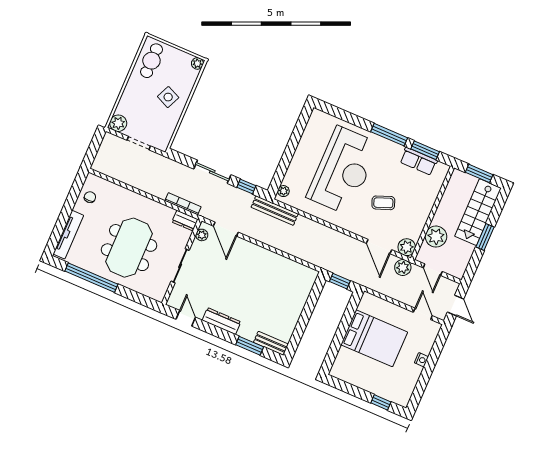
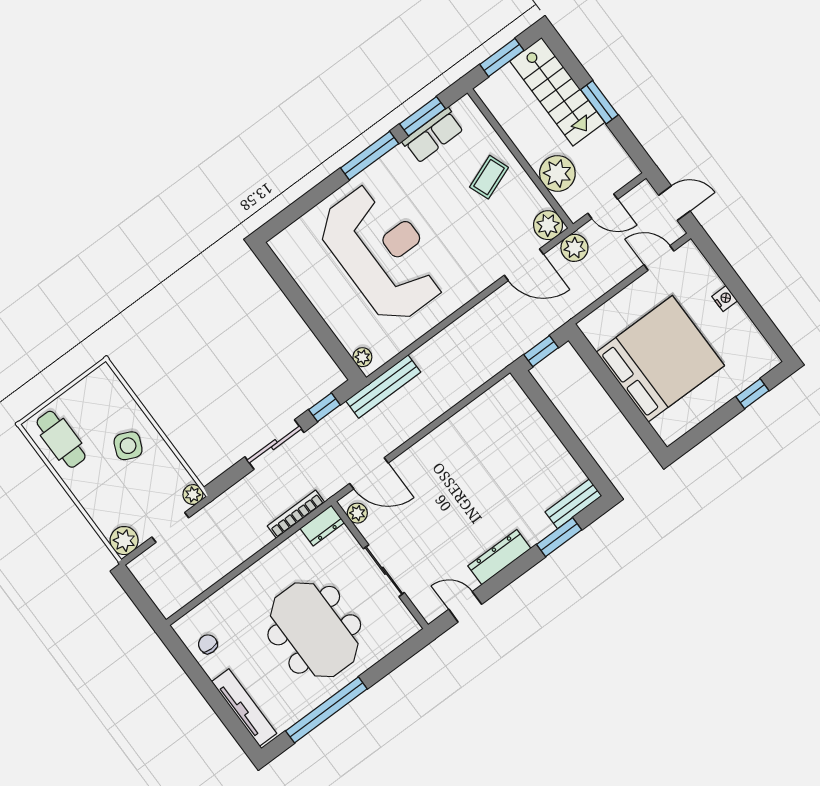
plant: (197, 63) -> (193, 495), moved
coffee table: (383, 203) -> (489, 177), moved
bed: (374, 338) -> (660, 359), width x1.36

